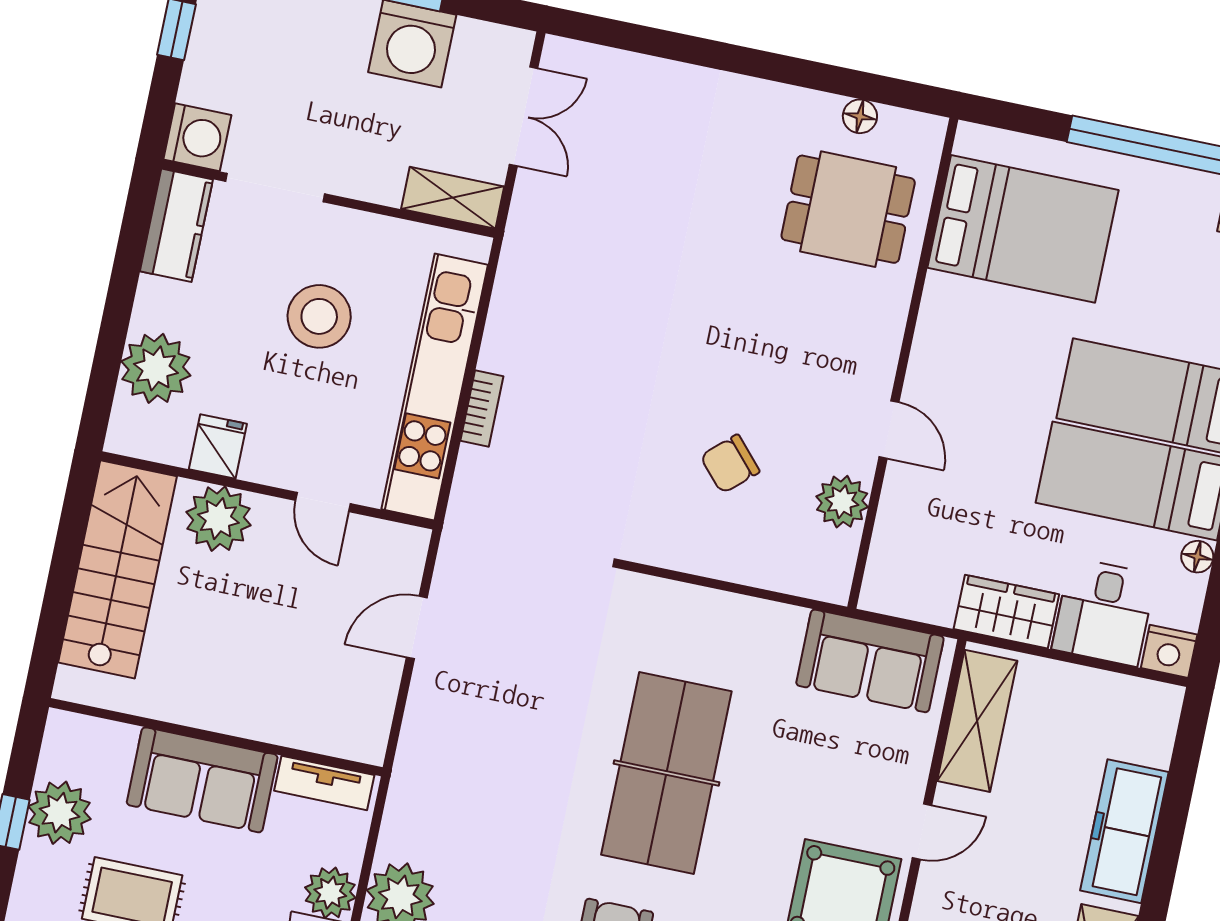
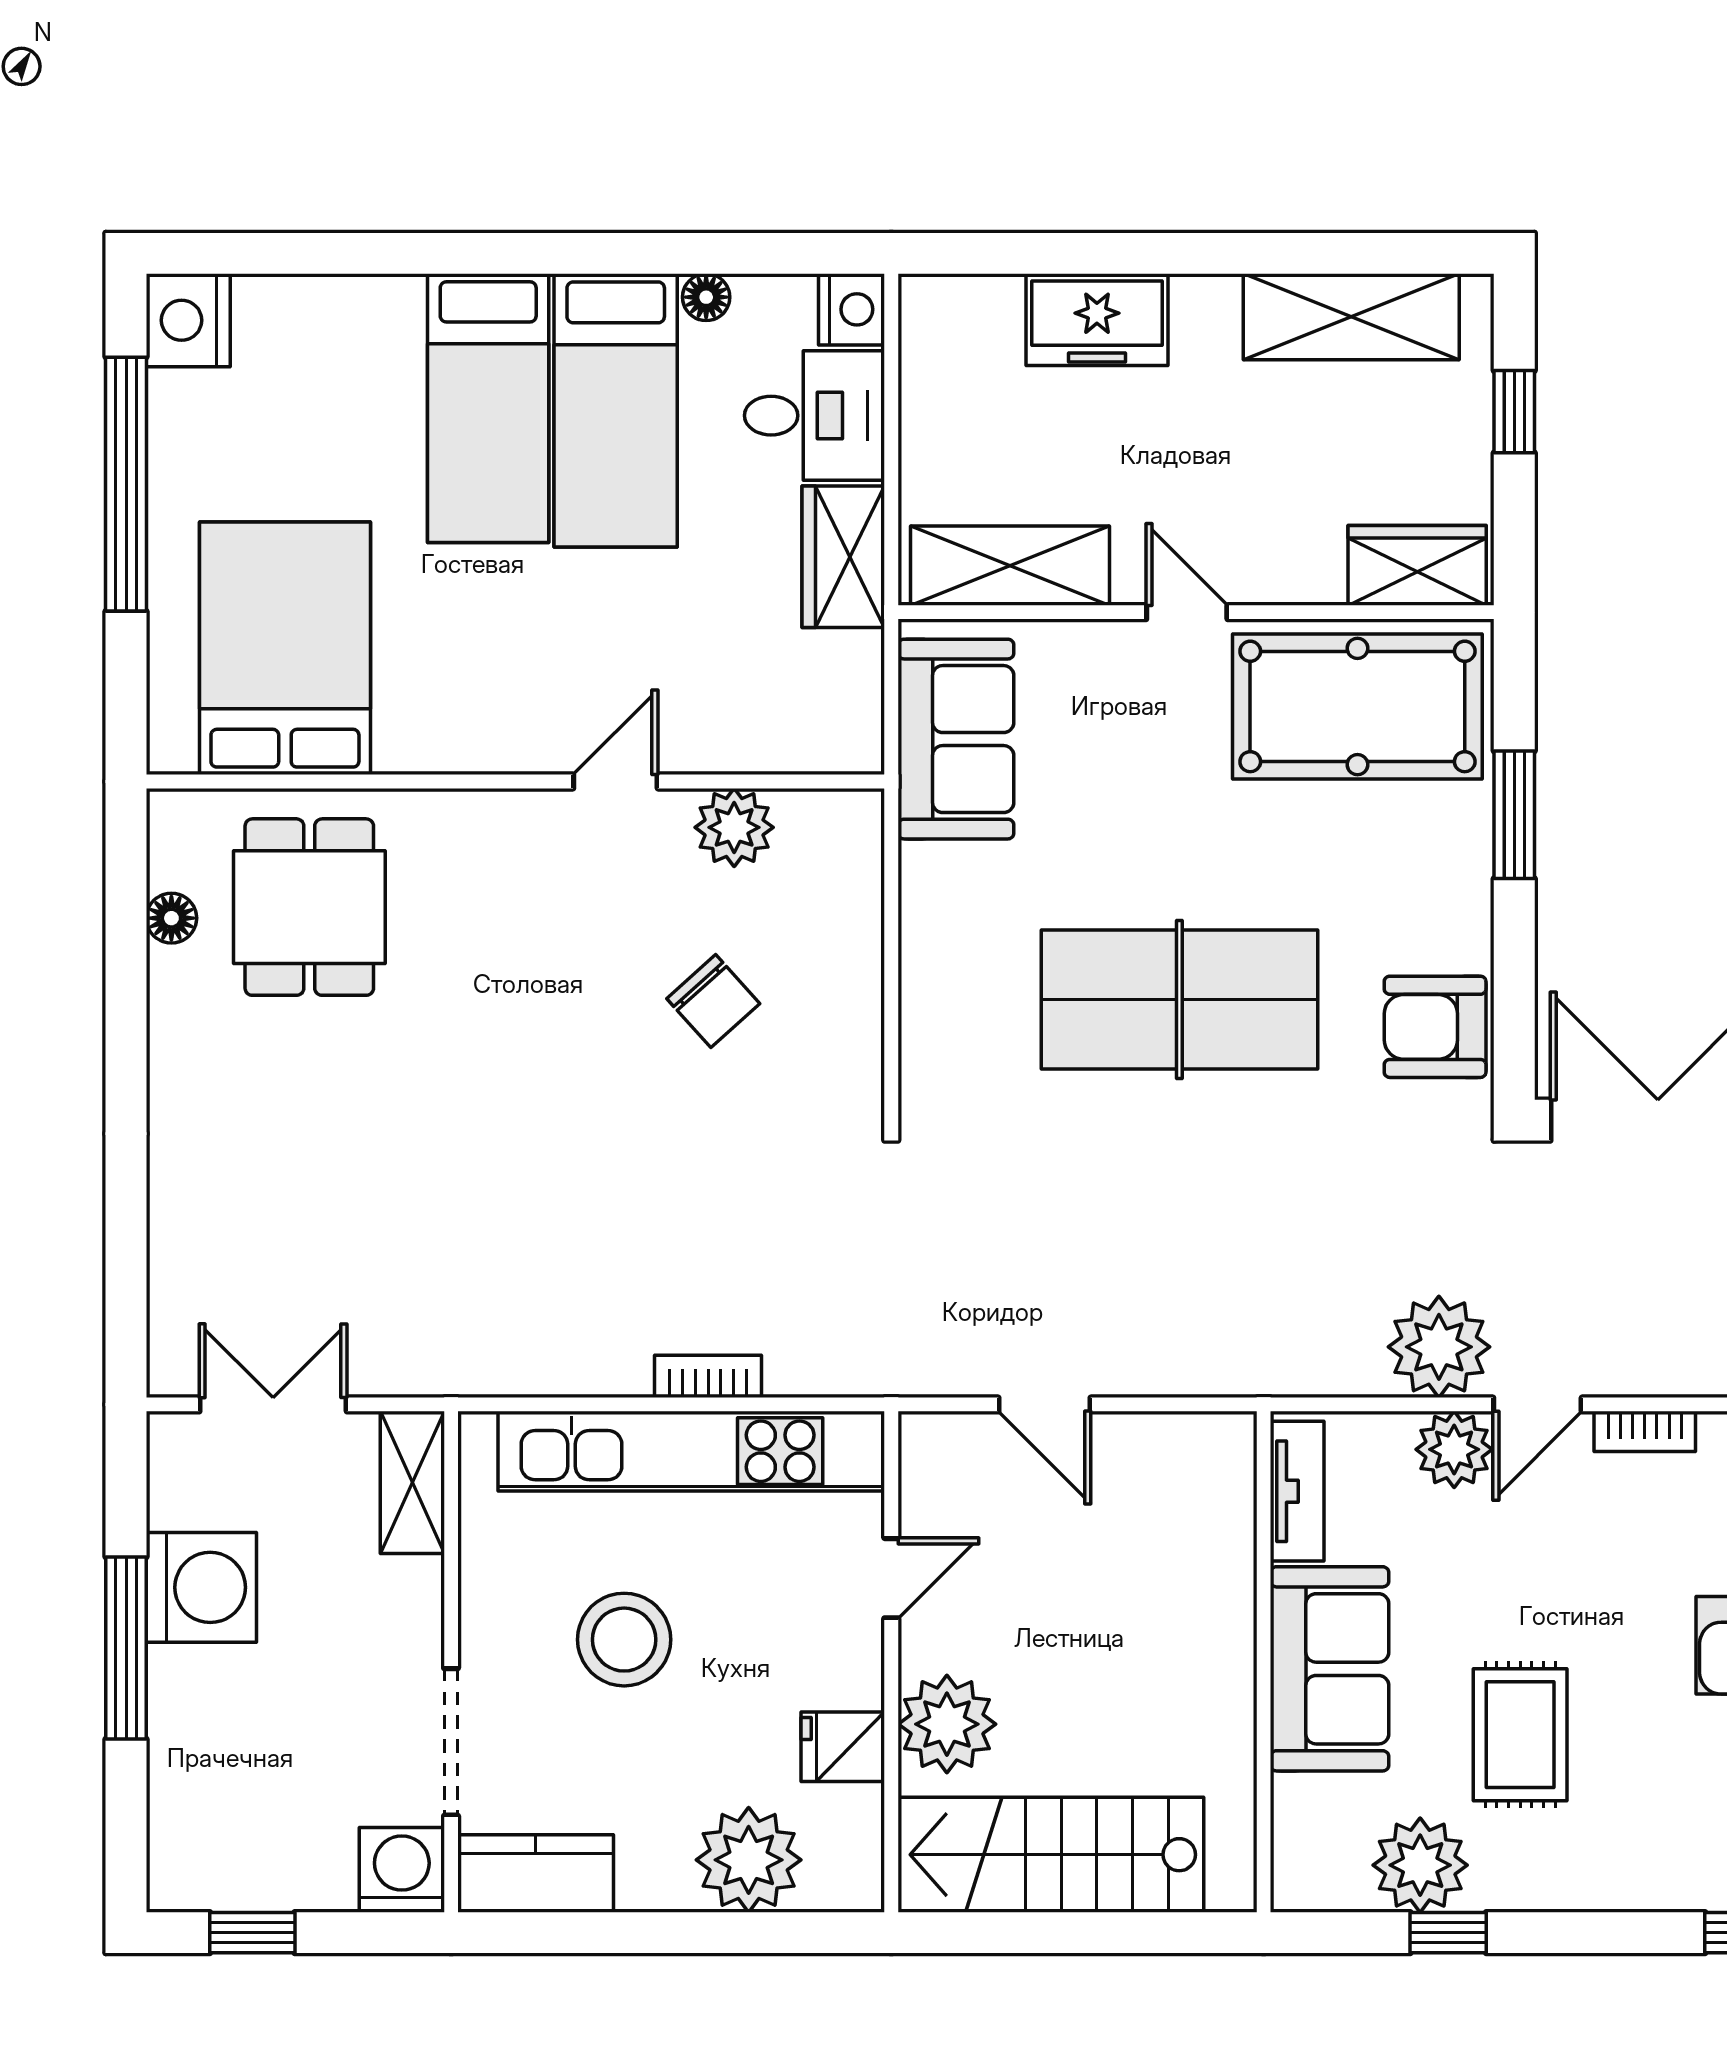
freezer: (1124, 831) -> (1097, 320), width x0.71

